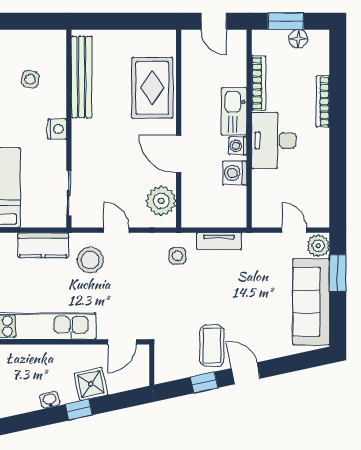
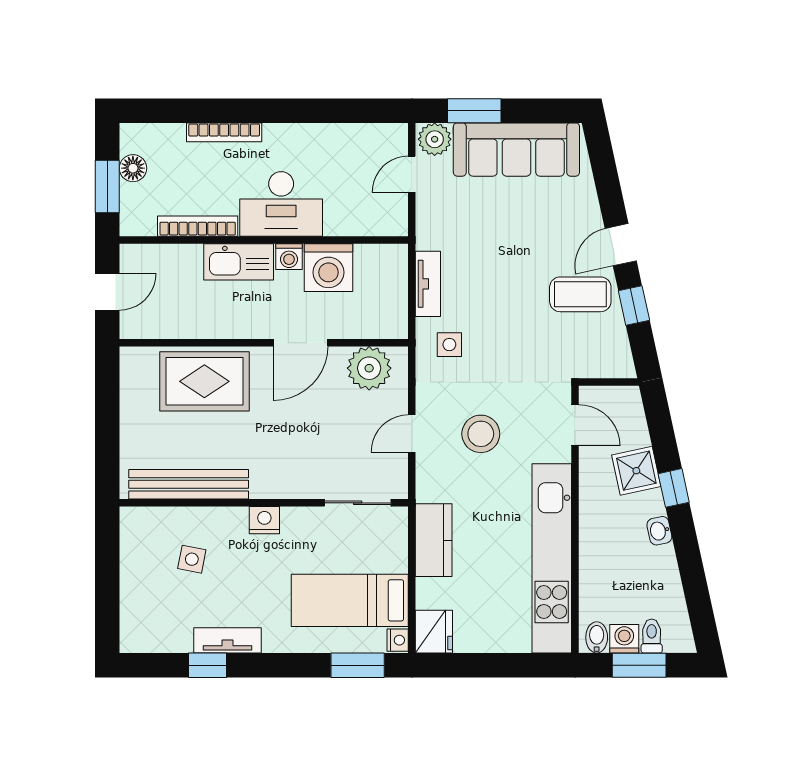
washing machine: (235, 173) -> (328, 268), width x1.37, depth x1.37
stool: (90, 260) -> (481, 434), moved

